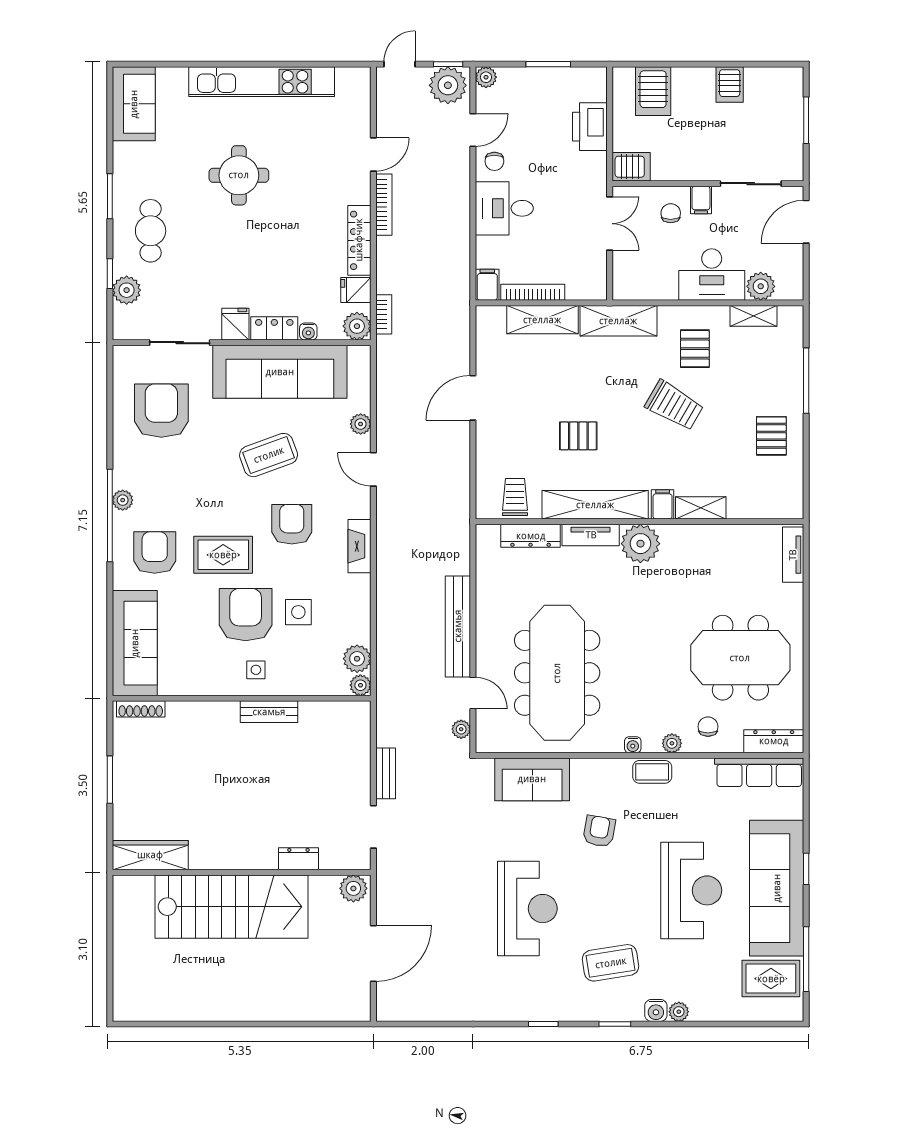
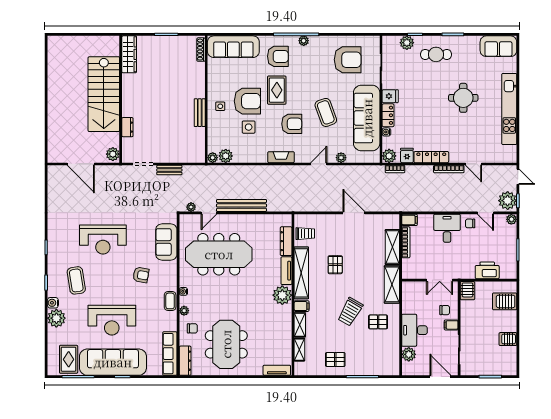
shelving: (754, 316) -> (299, 350), moved
plant: (679, 1012) -> (56, 318), width x1.87, depth x1.87

